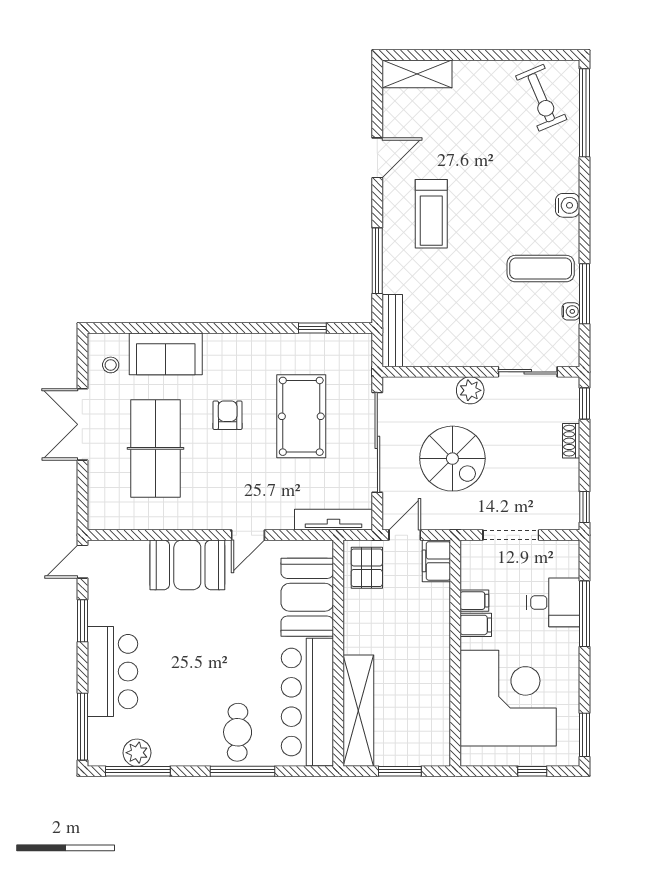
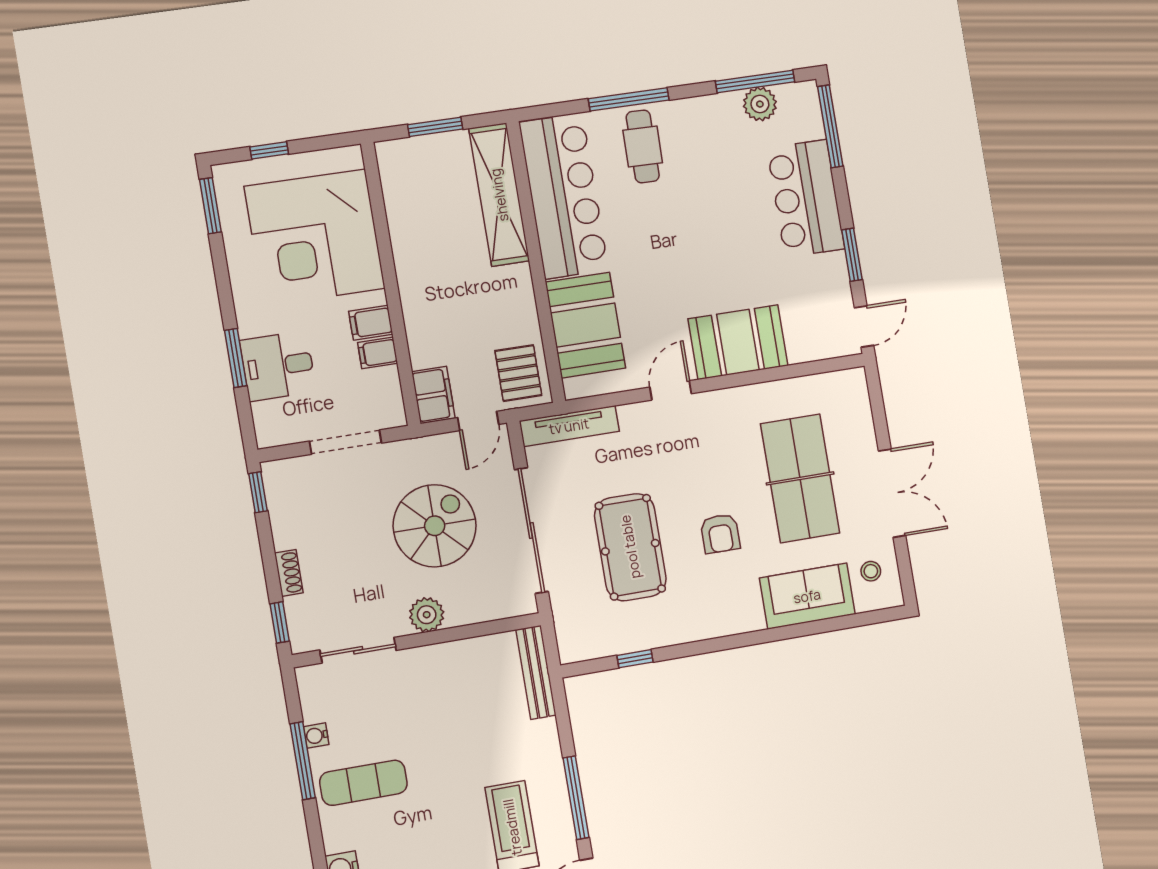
window: (377, 261) -> (576, 798), moved
spiral stairs: (452, 459) -> (435, 526), turned 90
window: (584, 614) -> (236, 358), width x0.69

